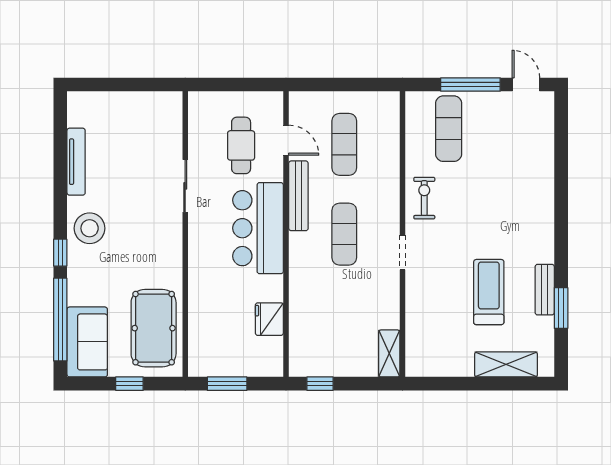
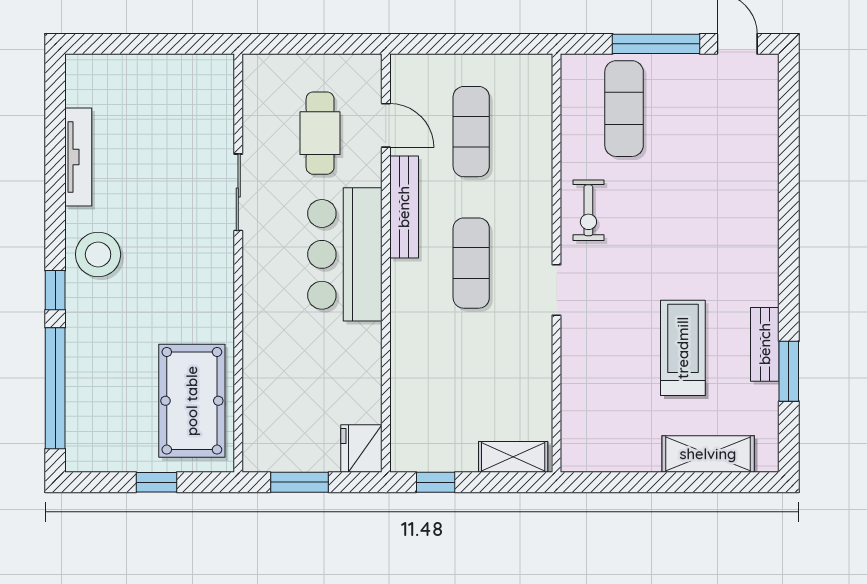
exercise bike: (424, 198) -> (588, 210), turned 180
fridge: (269, 319) -> (361, 449), moved
sofa: (87, 342) -> (95, 421), removed
shelving: (389, 353) -> (513, 457), moved, turned 90

